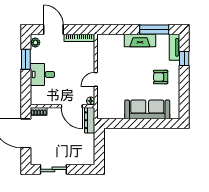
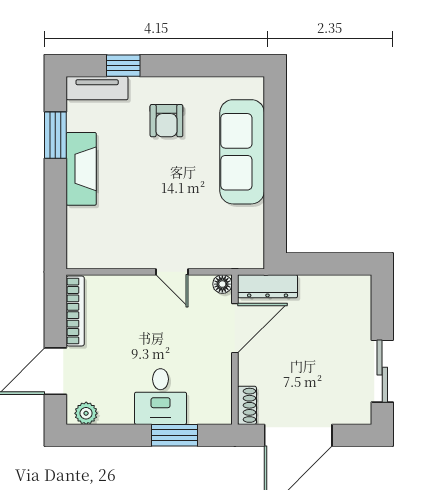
window: (154, 29) -> (55, 135), width x0.69
window: (26, 59) -> (174, 435), moved

